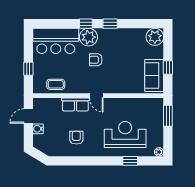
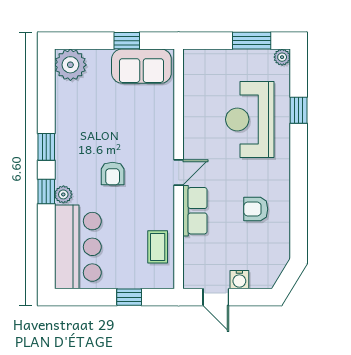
plant: (88, 37) -> (63, 194), width x0.53, depth x0.53
window: (168, 116) -> (252, 41), moved

